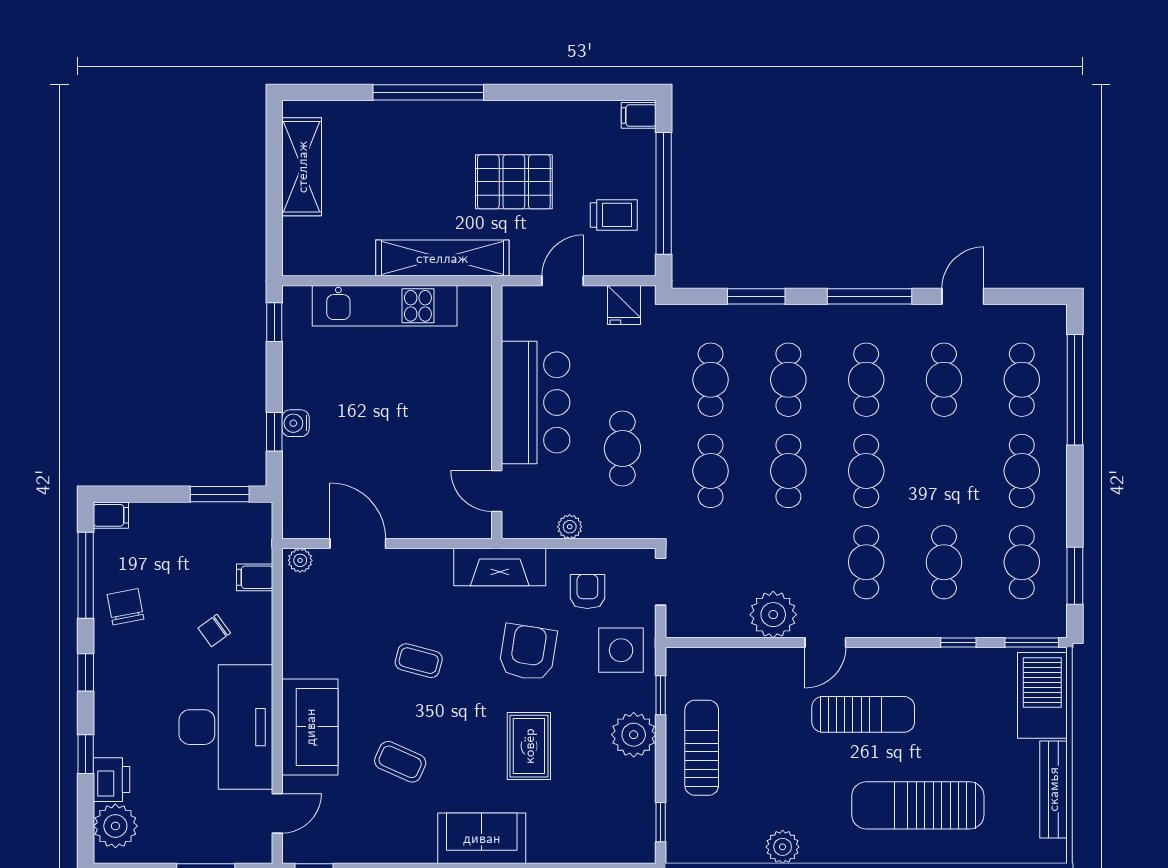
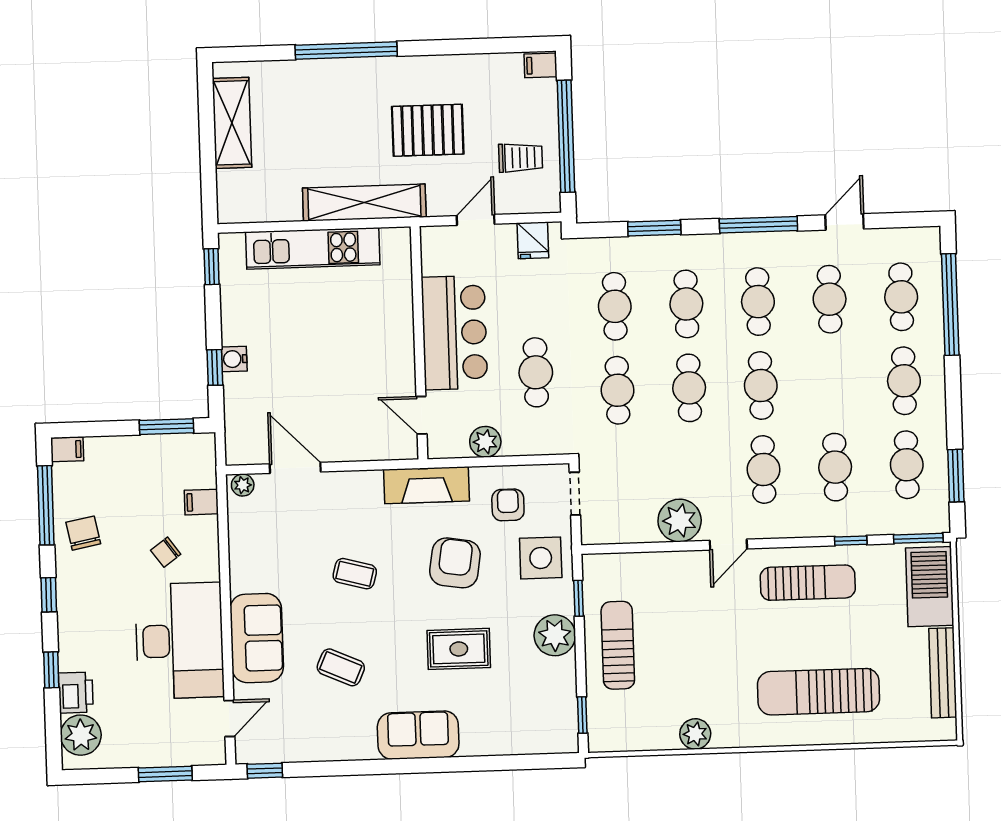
plant: (570, 527) -> (485, 442), width x1.38, depth x1.38
sun lounger: (863, 714) -> (808, 583), moved
rug: (529, 746) -> (459, 649), turned 90

